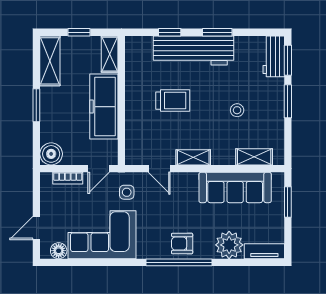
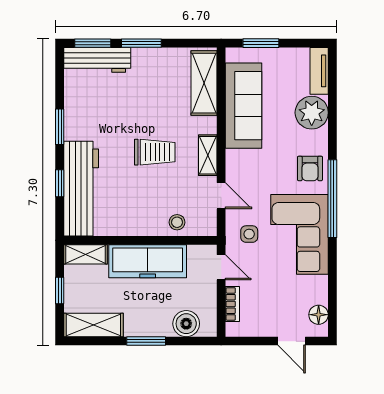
workbench: (194, 50) -> (81, 189), moved
workbench: (274, 56) -> (97, 60), width x1.38
trolley: (173, 101) -> (155, 152), moved, turned 90
stool: (237, 110) -> (177, 222), moved
boiler: (51, 154) -> (186, 324), moved
shelving: (254, 157) -> (204, 83), width x1.50, depth x1.33
door: (159, 169) -> (221, 196), hinge flipped
corner sofa: (102, 235) -> (300, 234), moved
window: (179, 262) -> (332, 199), moved

